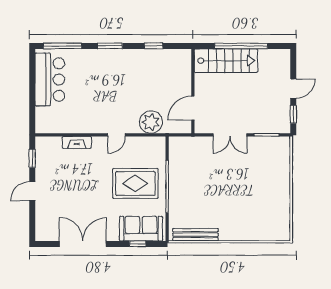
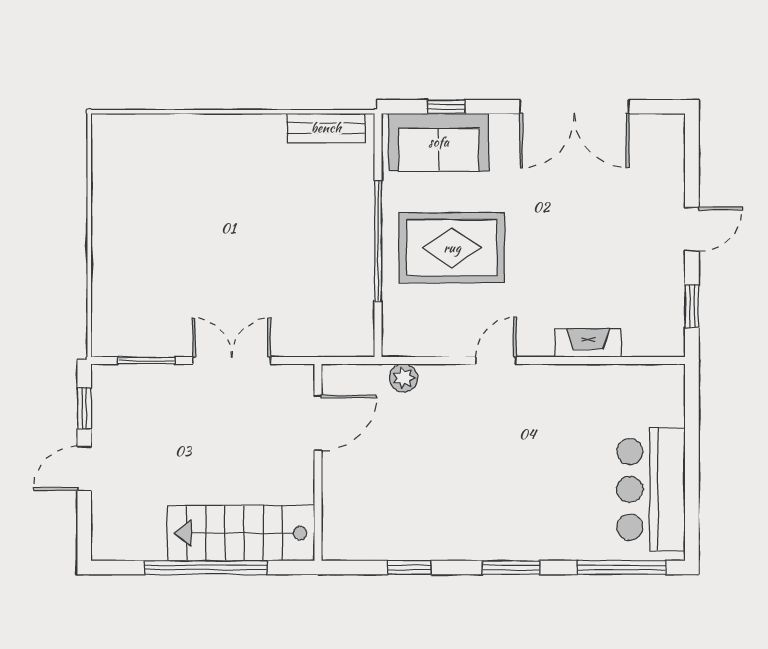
plant: (151, 122) -> (404, 378), width x0.53, depth x0.53
bench: (195, 235) -> (326, 128), width x0.73

